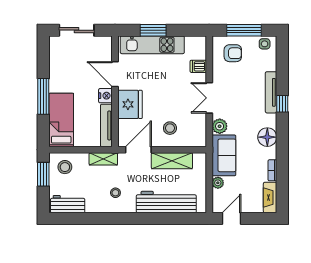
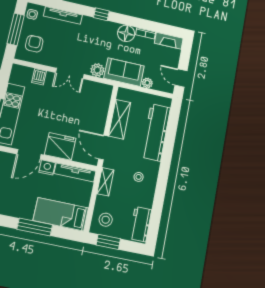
tv unit: (271, 92) -> (63, 15), moved
window: (282, 104) -> (101, 14), moved
stool: (170, 128) -> (90, 115), removed
floor lamp: (267, 137) -> (126, 33), moved

